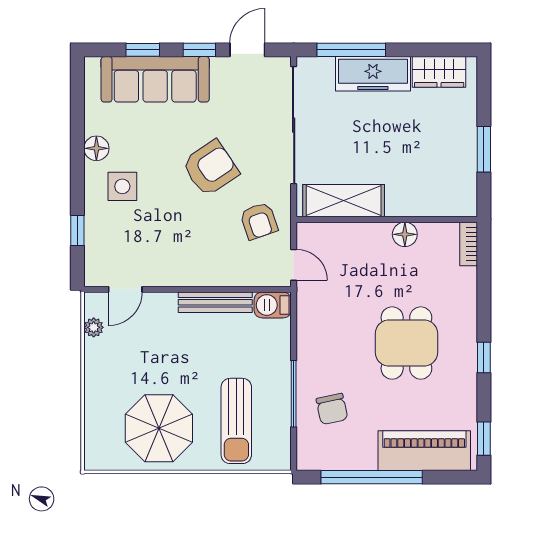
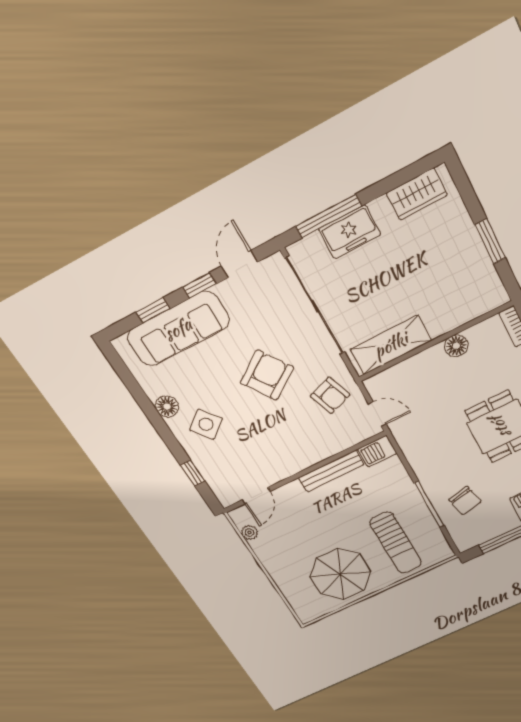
freezer: (373, 74) -> (350, 232), width x0.71
side table: (122, 186) -> (206, 424), turned -38

